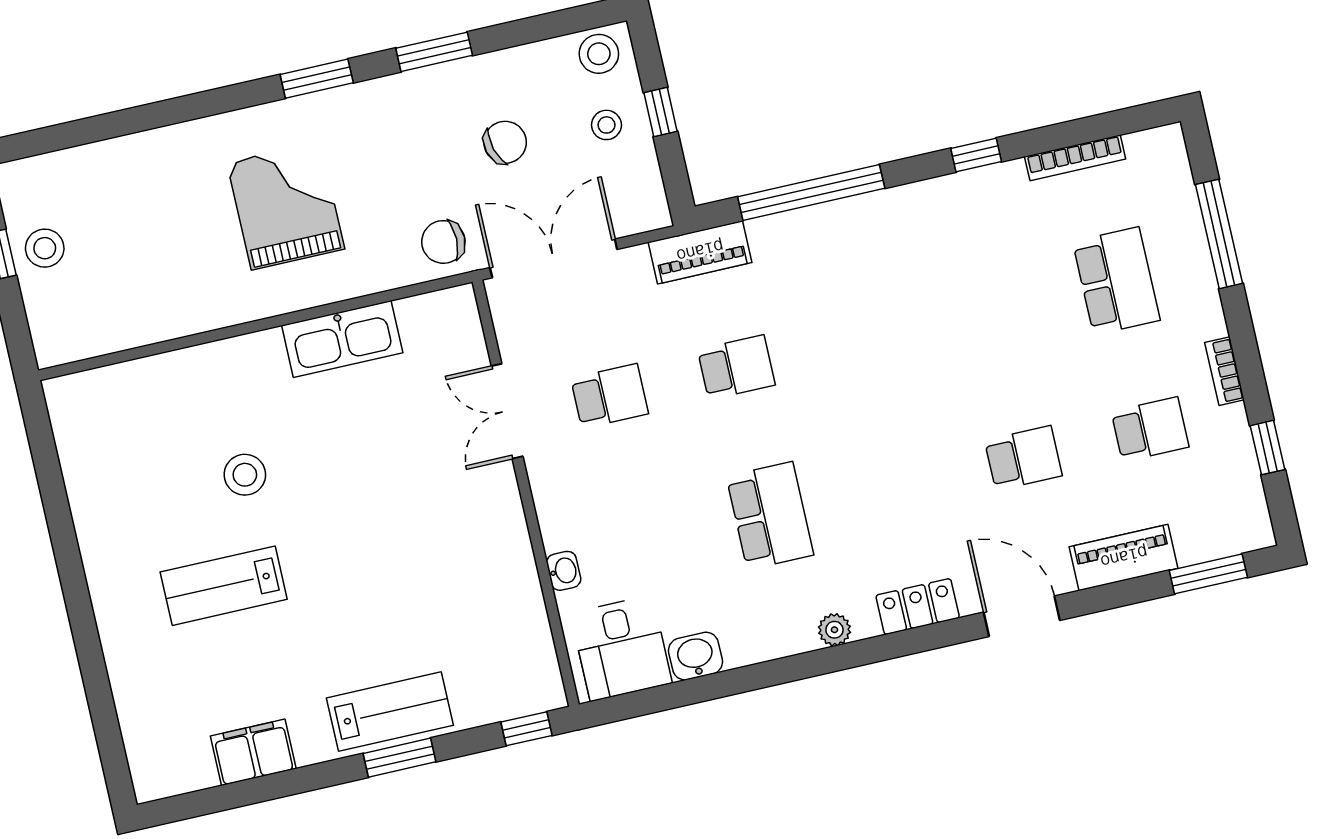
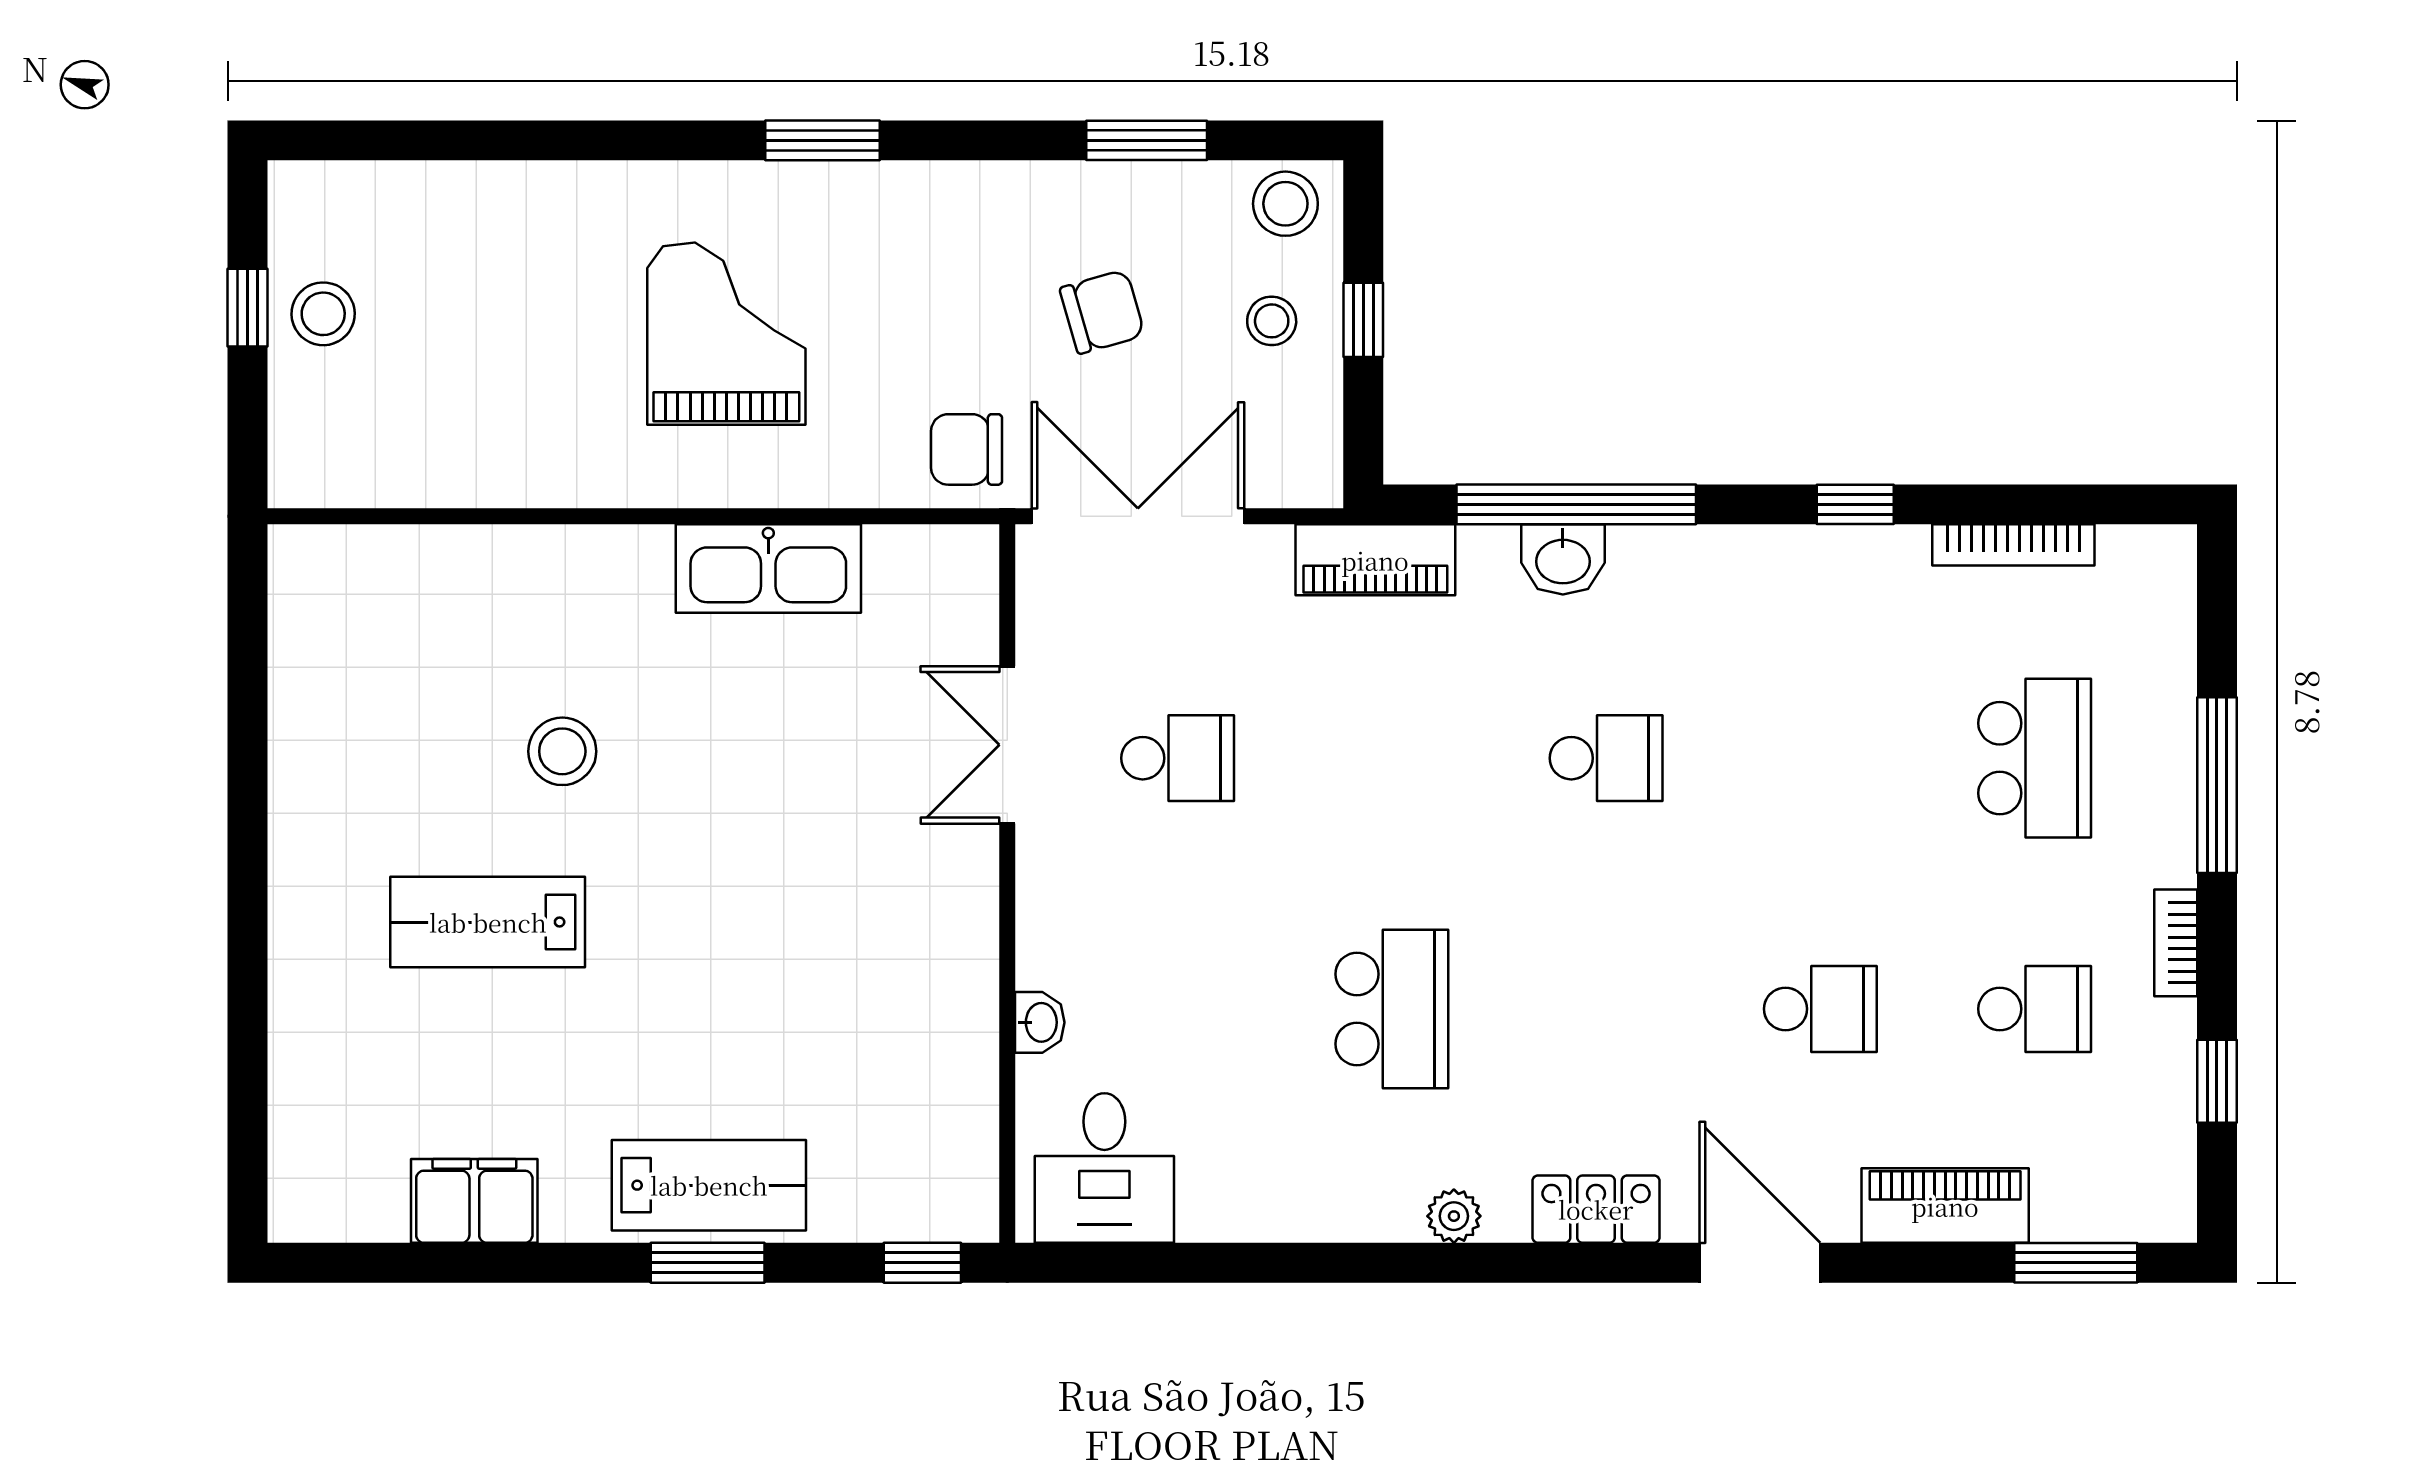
window: (434, 52) -> (1147, 140), moved
window: (1219, 234) -> (2217, 785), moved
school desk: (736, 367) -> (1606, 758), moved
washbasin: (696, 656) -> (1563, 559), moved, turned 180

